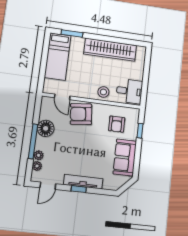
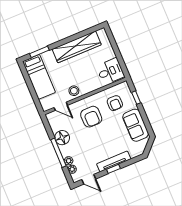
stool: (103, 92) -> (74, 91), moved
armchair: (81, 114) -> (91, 117), moved, turned -84
door: (48, 186) -> (89, 179), hinge flipped

